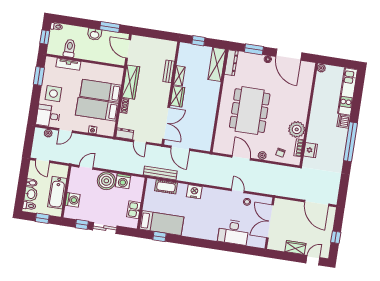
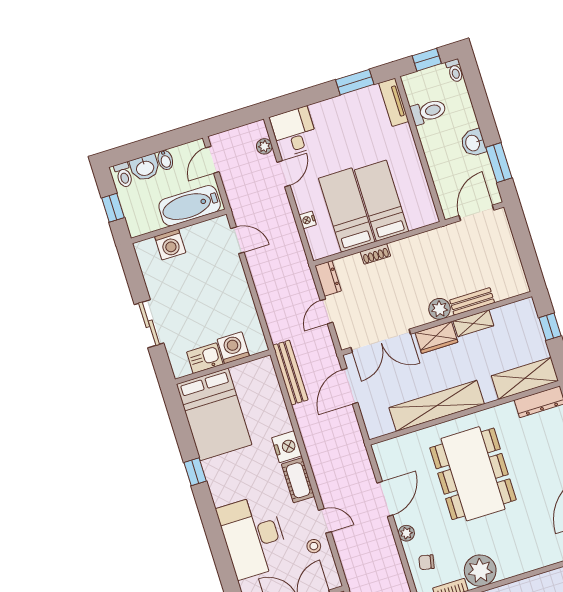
tv unit: (68, 64) -> (394, 102), moved
wardrobe: (131, 82) -> (422, 245), removed
plant: (165, 88) -> (439, 309), added
side table: (53, 94) -> (337, 122), removed
dining table: (250, 111) -> (473, 474), turned 90
shelving: (209, 112) -> (437, 406), added
door: (65, 130) -> (284, 174), swing flipped
boiler: (106, 181) -> (231, 287), removed
washing machine: (123, 181) -> (233, 348), moved, turned 90
cot: (166, 187) -> (298, 480), moved
door: (238, 191) -> (325, 521), hinge flipped
bathtub: (57, 193) -> (190, 206), moved
bed: (162, 223) -> (214, 414), width x1.50
window: (82, 224) -> (136, 281), removed
desk: (233, 232) -> (253, 536), width x1.36, depth x1.30
window: (159, 236) -> (195, 472), moved

